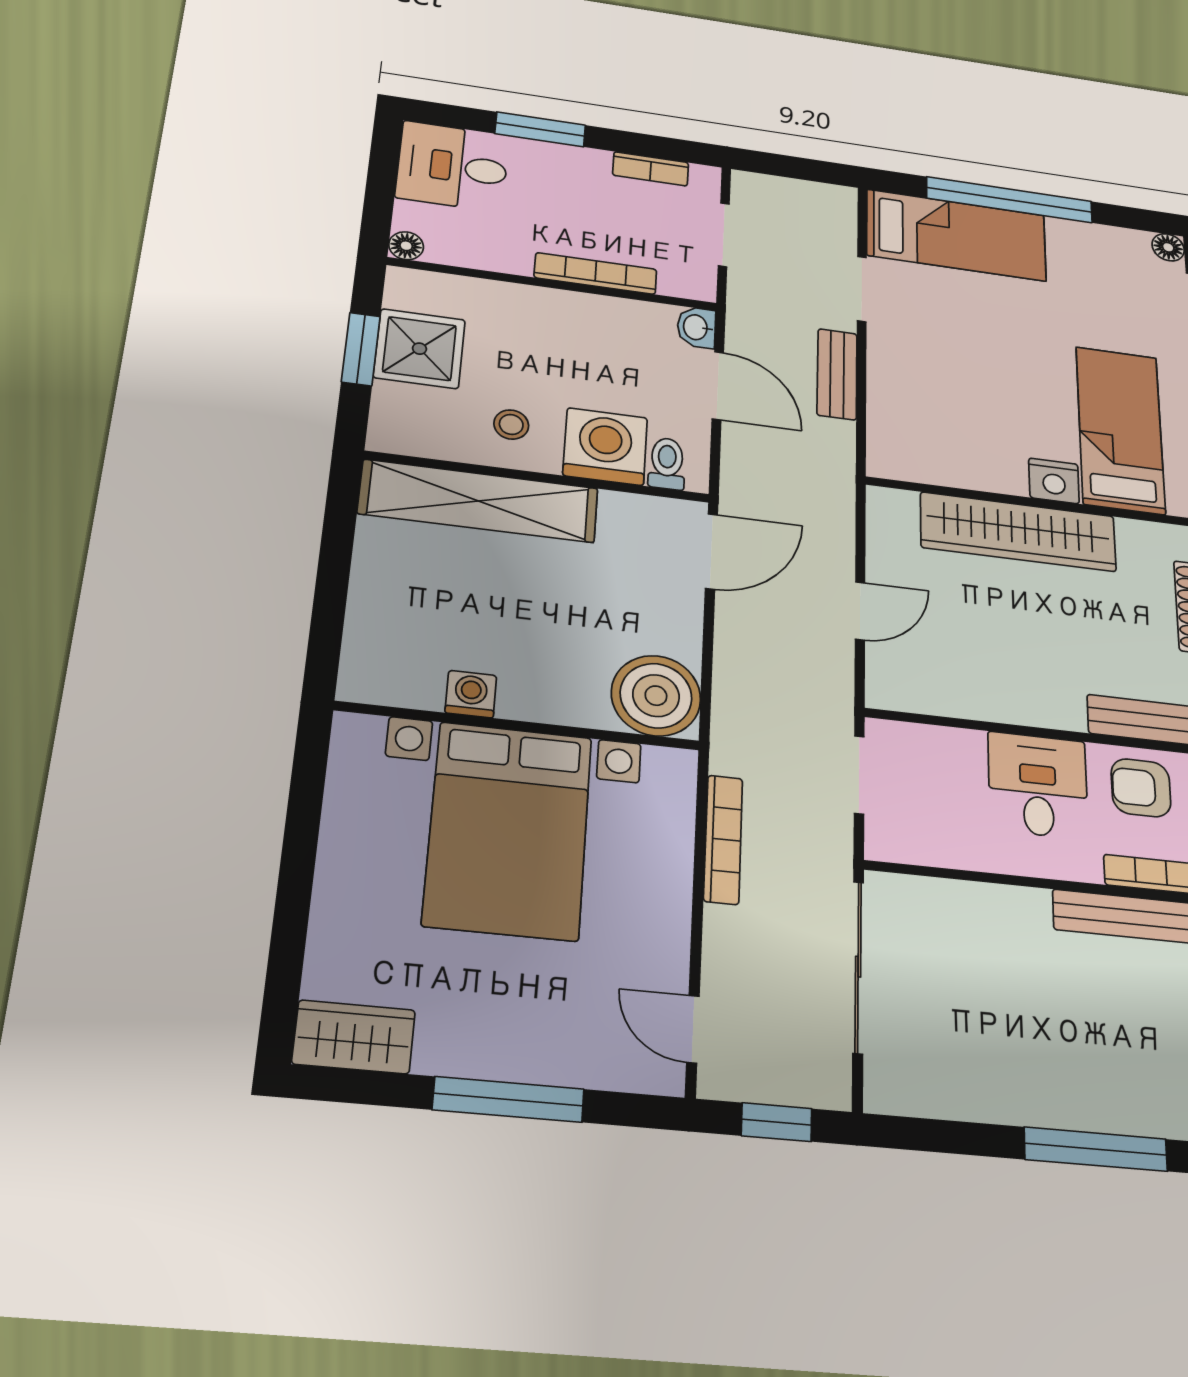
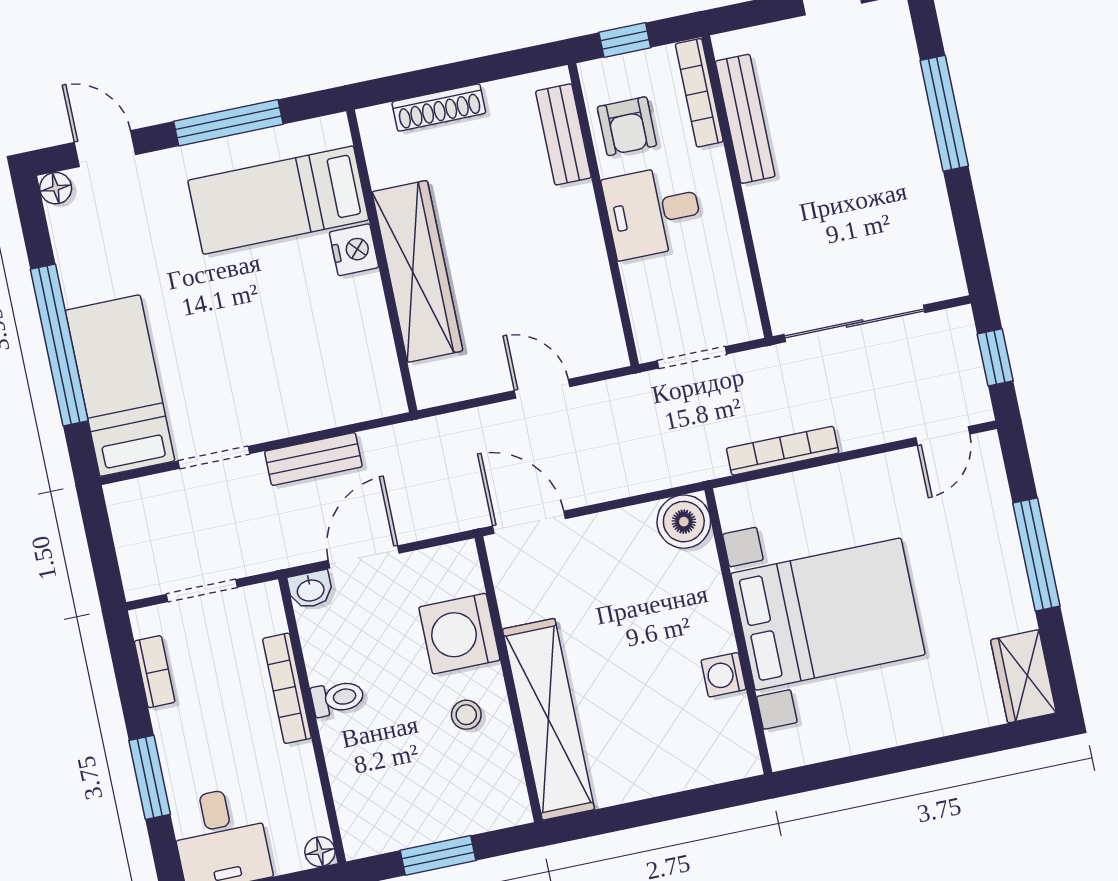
shower: (419, 349) -> (420, 809), removed
toilet: (667, 464) -> (338, 698), moved, turned 180
boiler: (656, 696) -> (684, 522), width x0.73, depth x0.73

